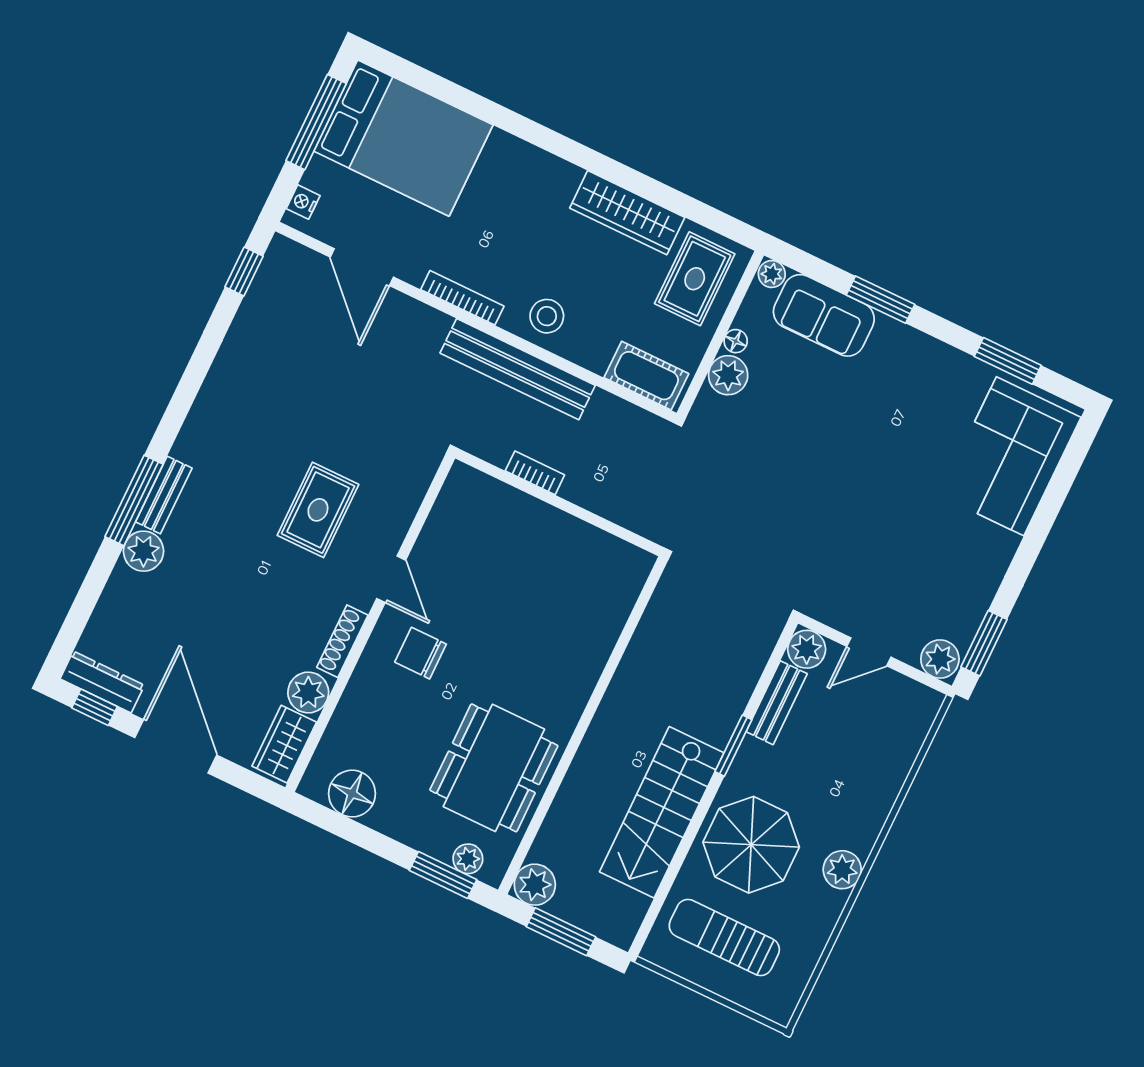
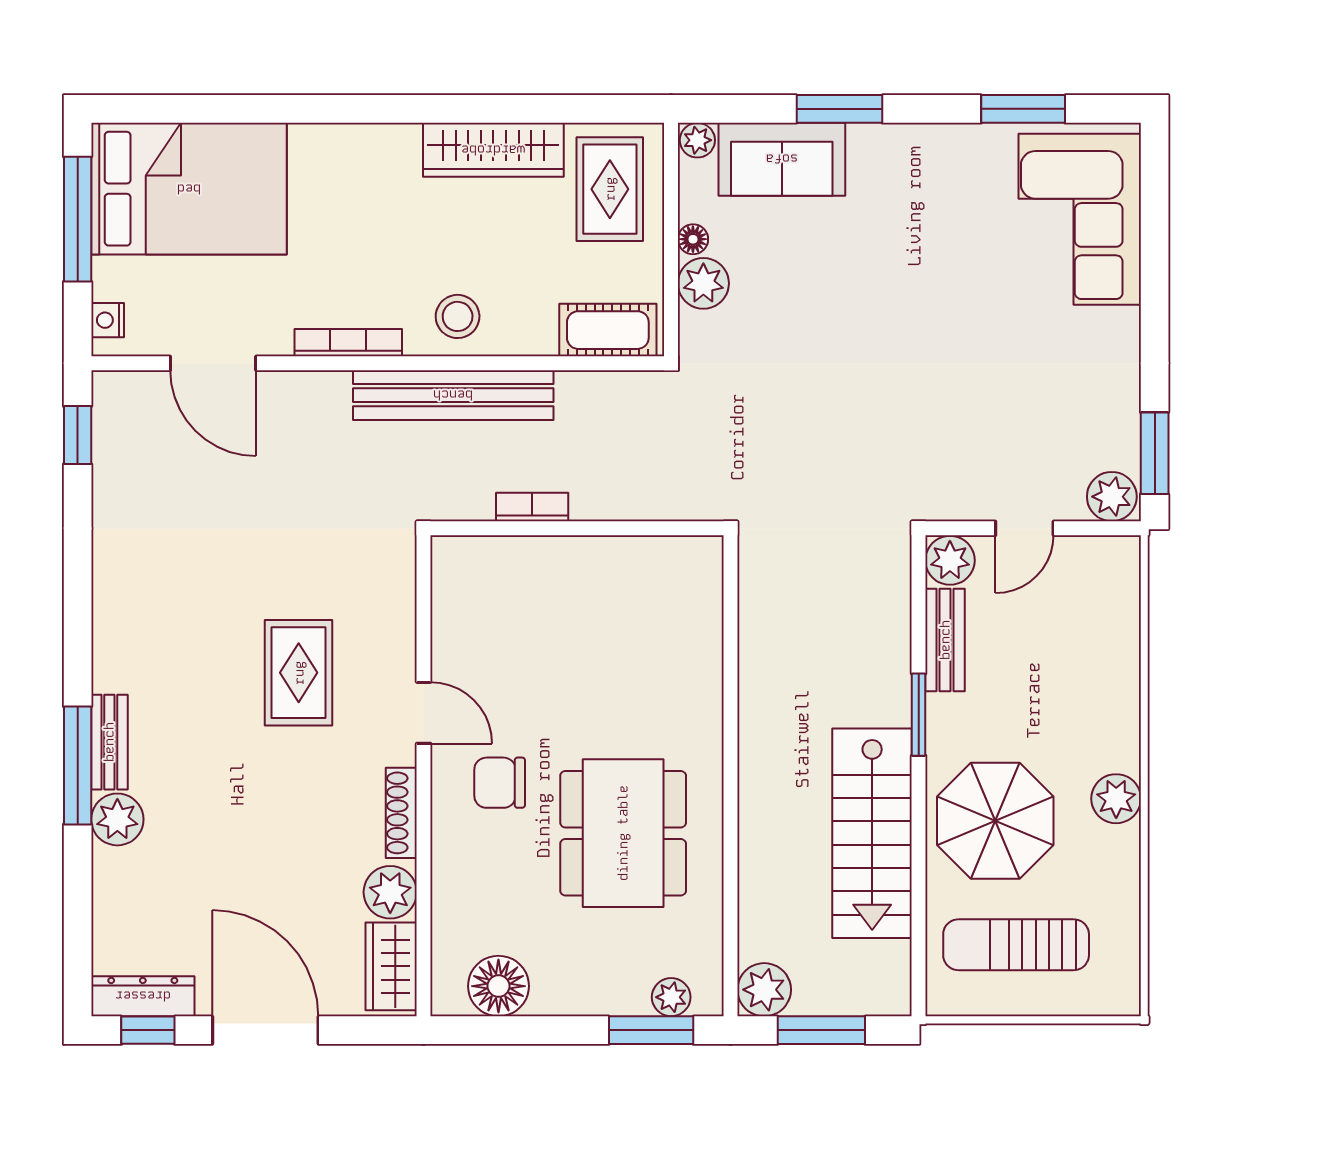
dining table: (494, 768) -> (623, 833), moved

